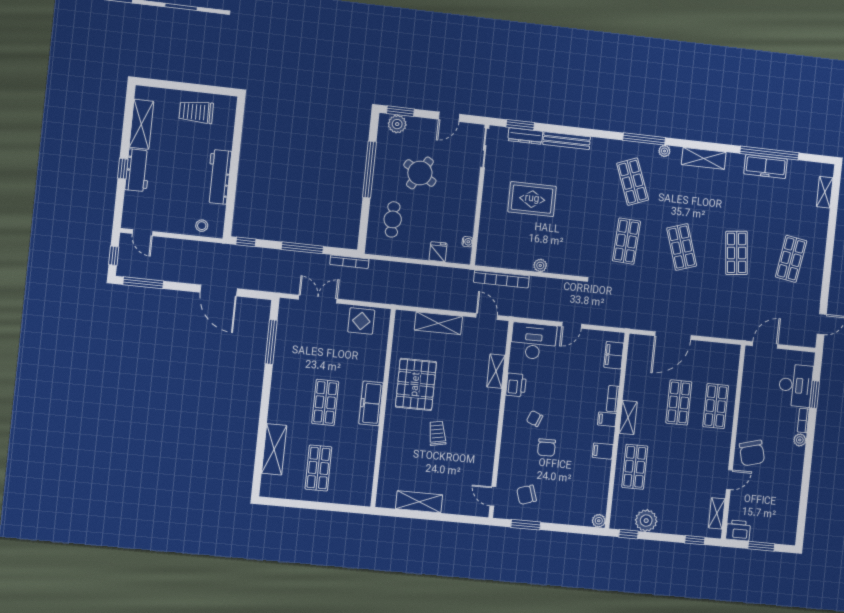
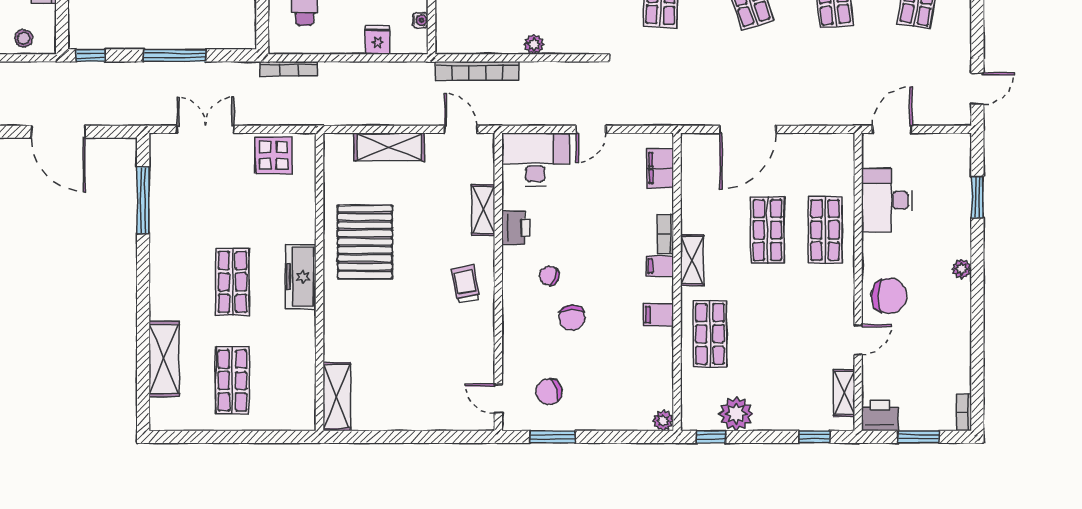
bookcase: (349, 262) -> (289, 69), moved
desk: (796, 385) -> (887, 200), moved, turned 180
bookcase: (803, 420) -> (964, 412), moved
trolley: (437, 433) -> (465, 284), moved
chair: (752, 453) -> (889, 296), turned -75
shelving: (419, 502) -> (337, 397), moved, turned 90

